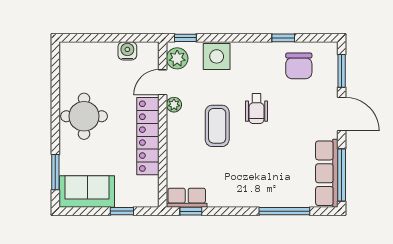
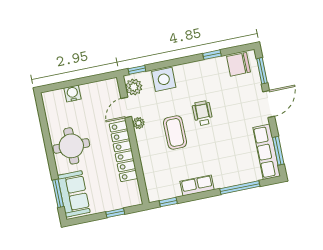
water cooler: (127, 51) -> (73, 93), moved
chair: (299, 66) -> (238, 64), moved, turned 90
wheelchair: (257, 109) -> (203, 113), turned 180
door: (342, 114) -> (269, 104), hinge flipped
window: (342, 175) -> (278, 151), width x0.69
sofa: (87, 192) -> (74, 194), moved, turned 90
row of seats: (187, 198) -> (197, 185), moved

